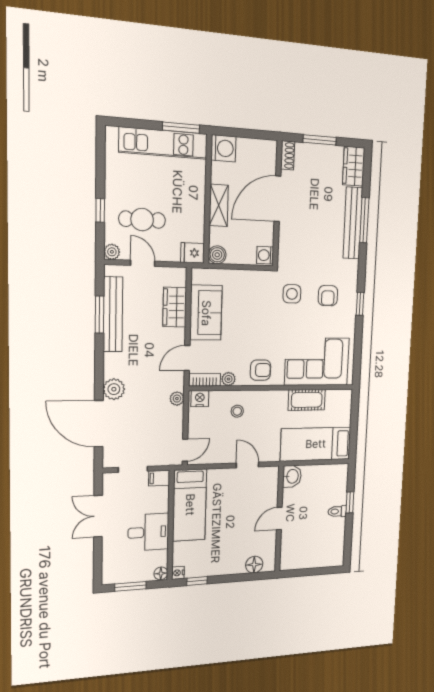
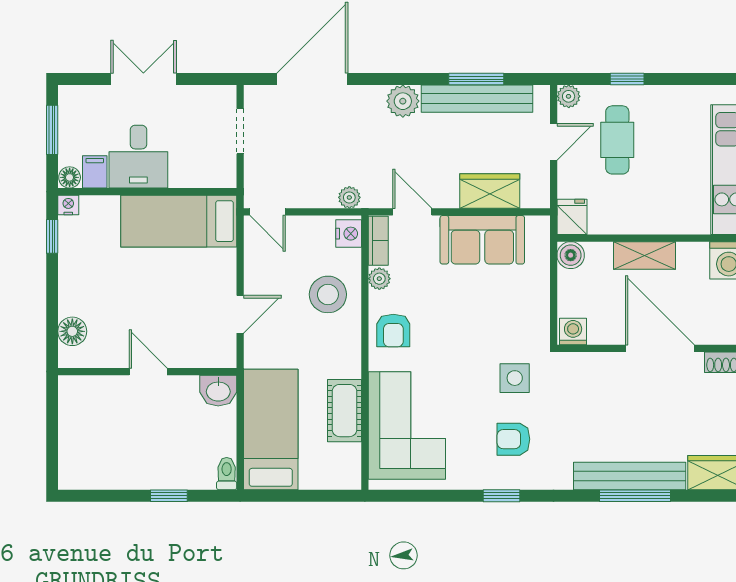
plant: (114, 389) -> (403, 101), moved
stool: (237, 411) -> (328, 294), width x1.89, depth x1.89
filing cabinet: (159, 478) -> (95, 172), moved
toilet: (337, 511) -> (227, 474), moved
double door: (98, 516) -> (143, 79), moved

